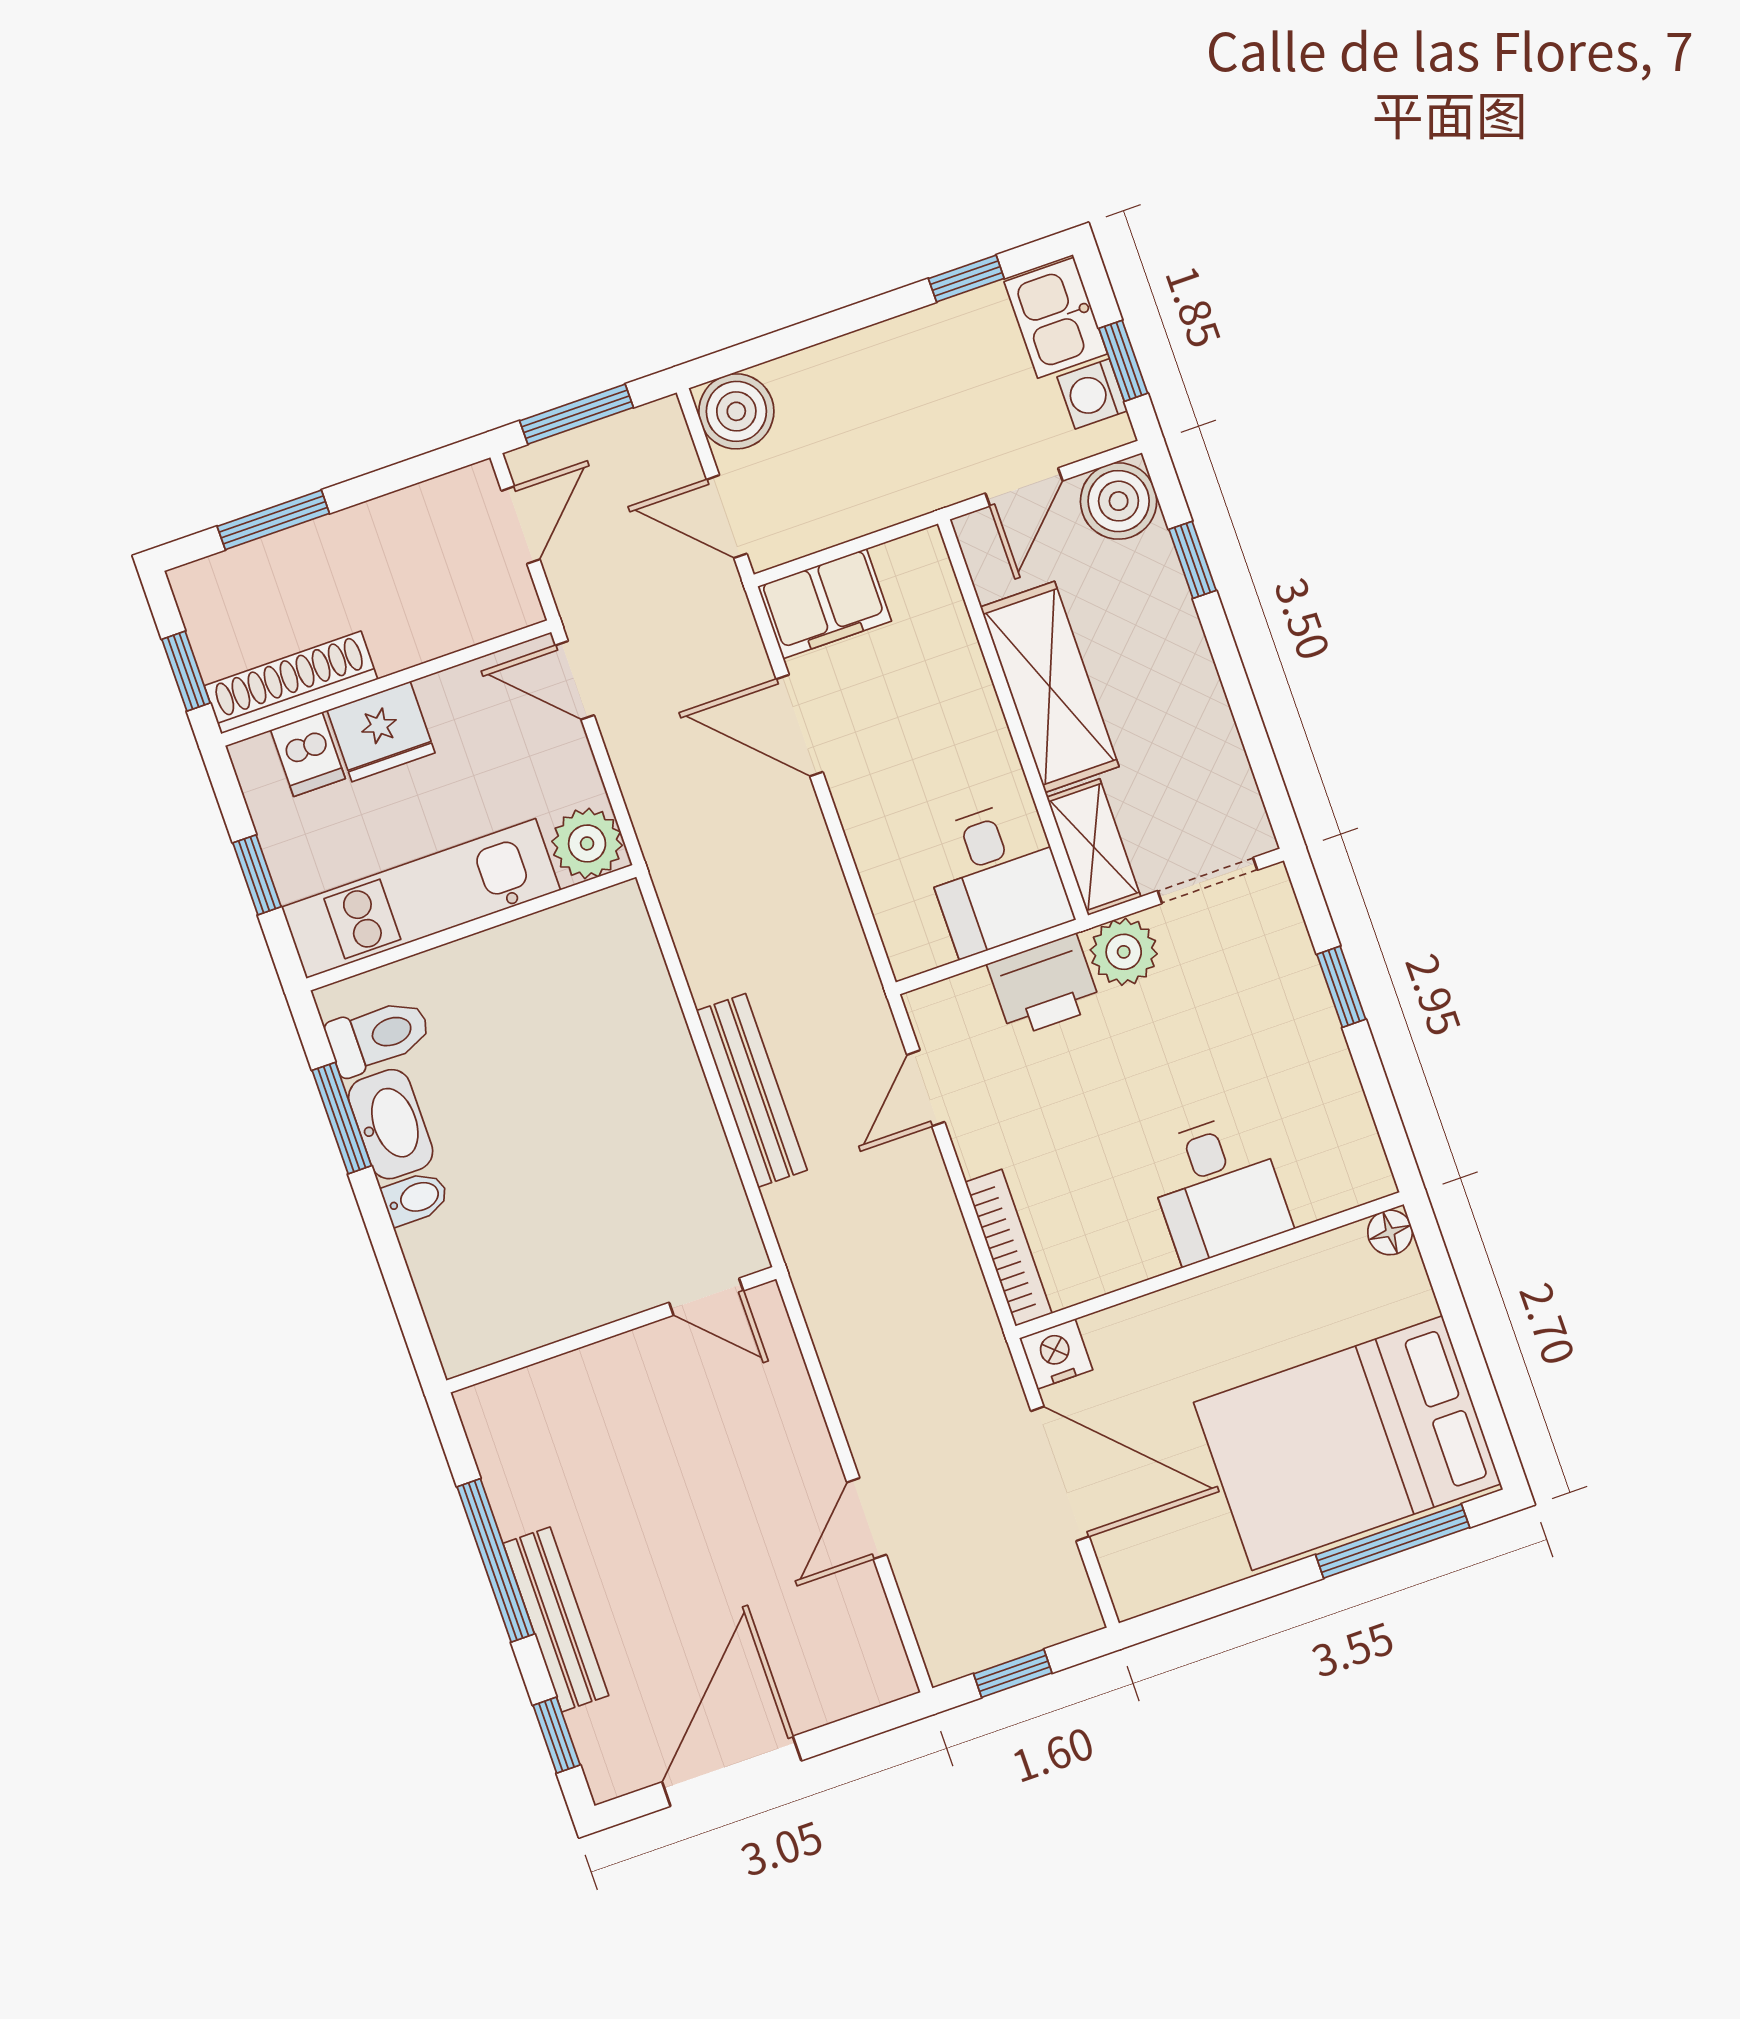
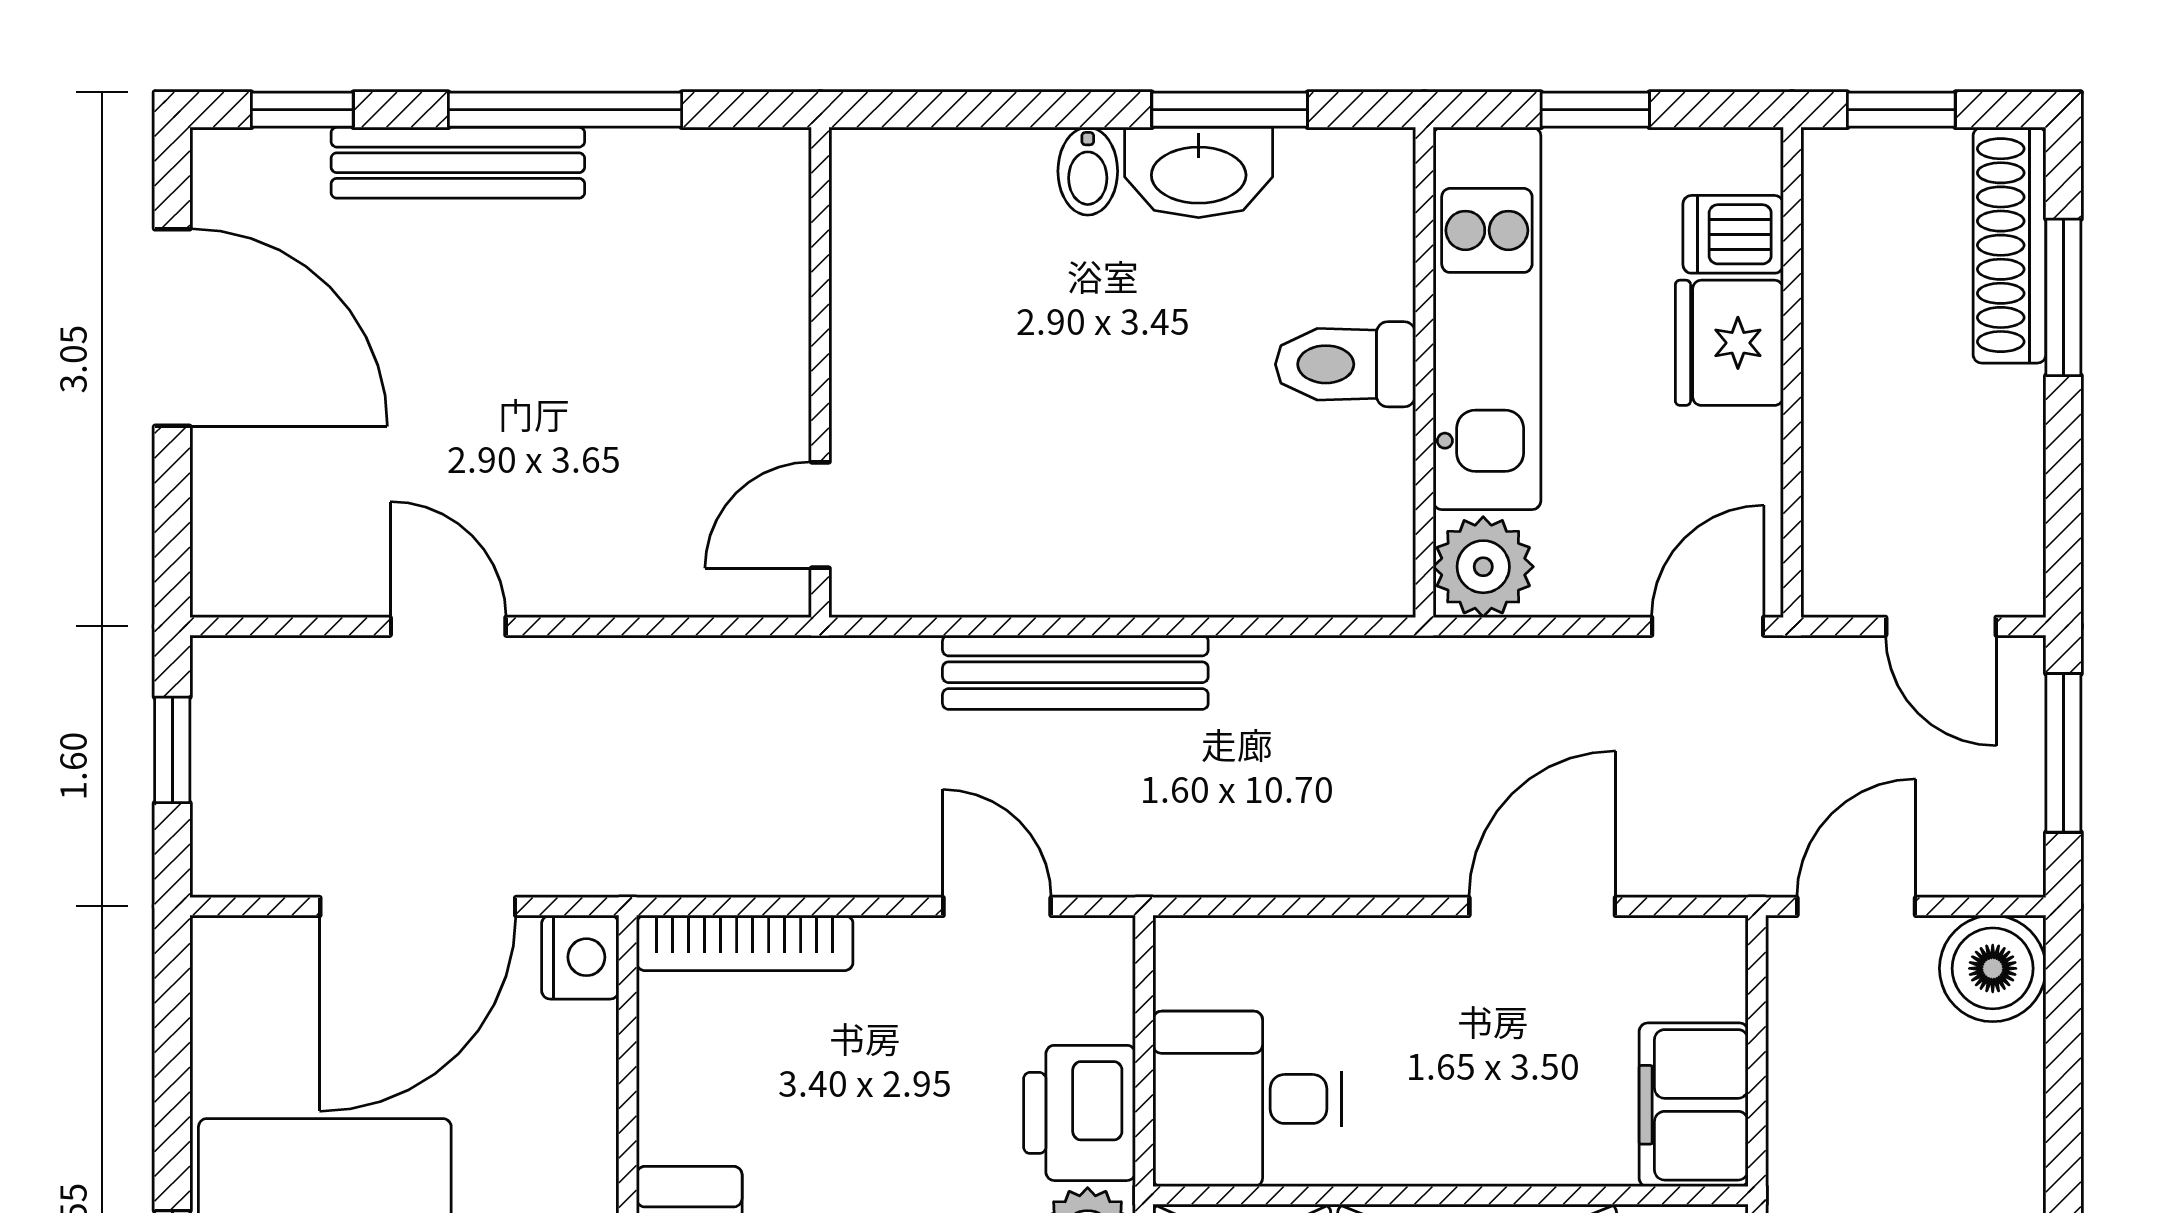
filing cabinet: (825, 604) -> (1694, 1105), moved
shoe rack: (291, 682) -> (2009, 245), moved, turned 180
toilet: (379, 1036) -> (1345, 364), moved, turned 90

